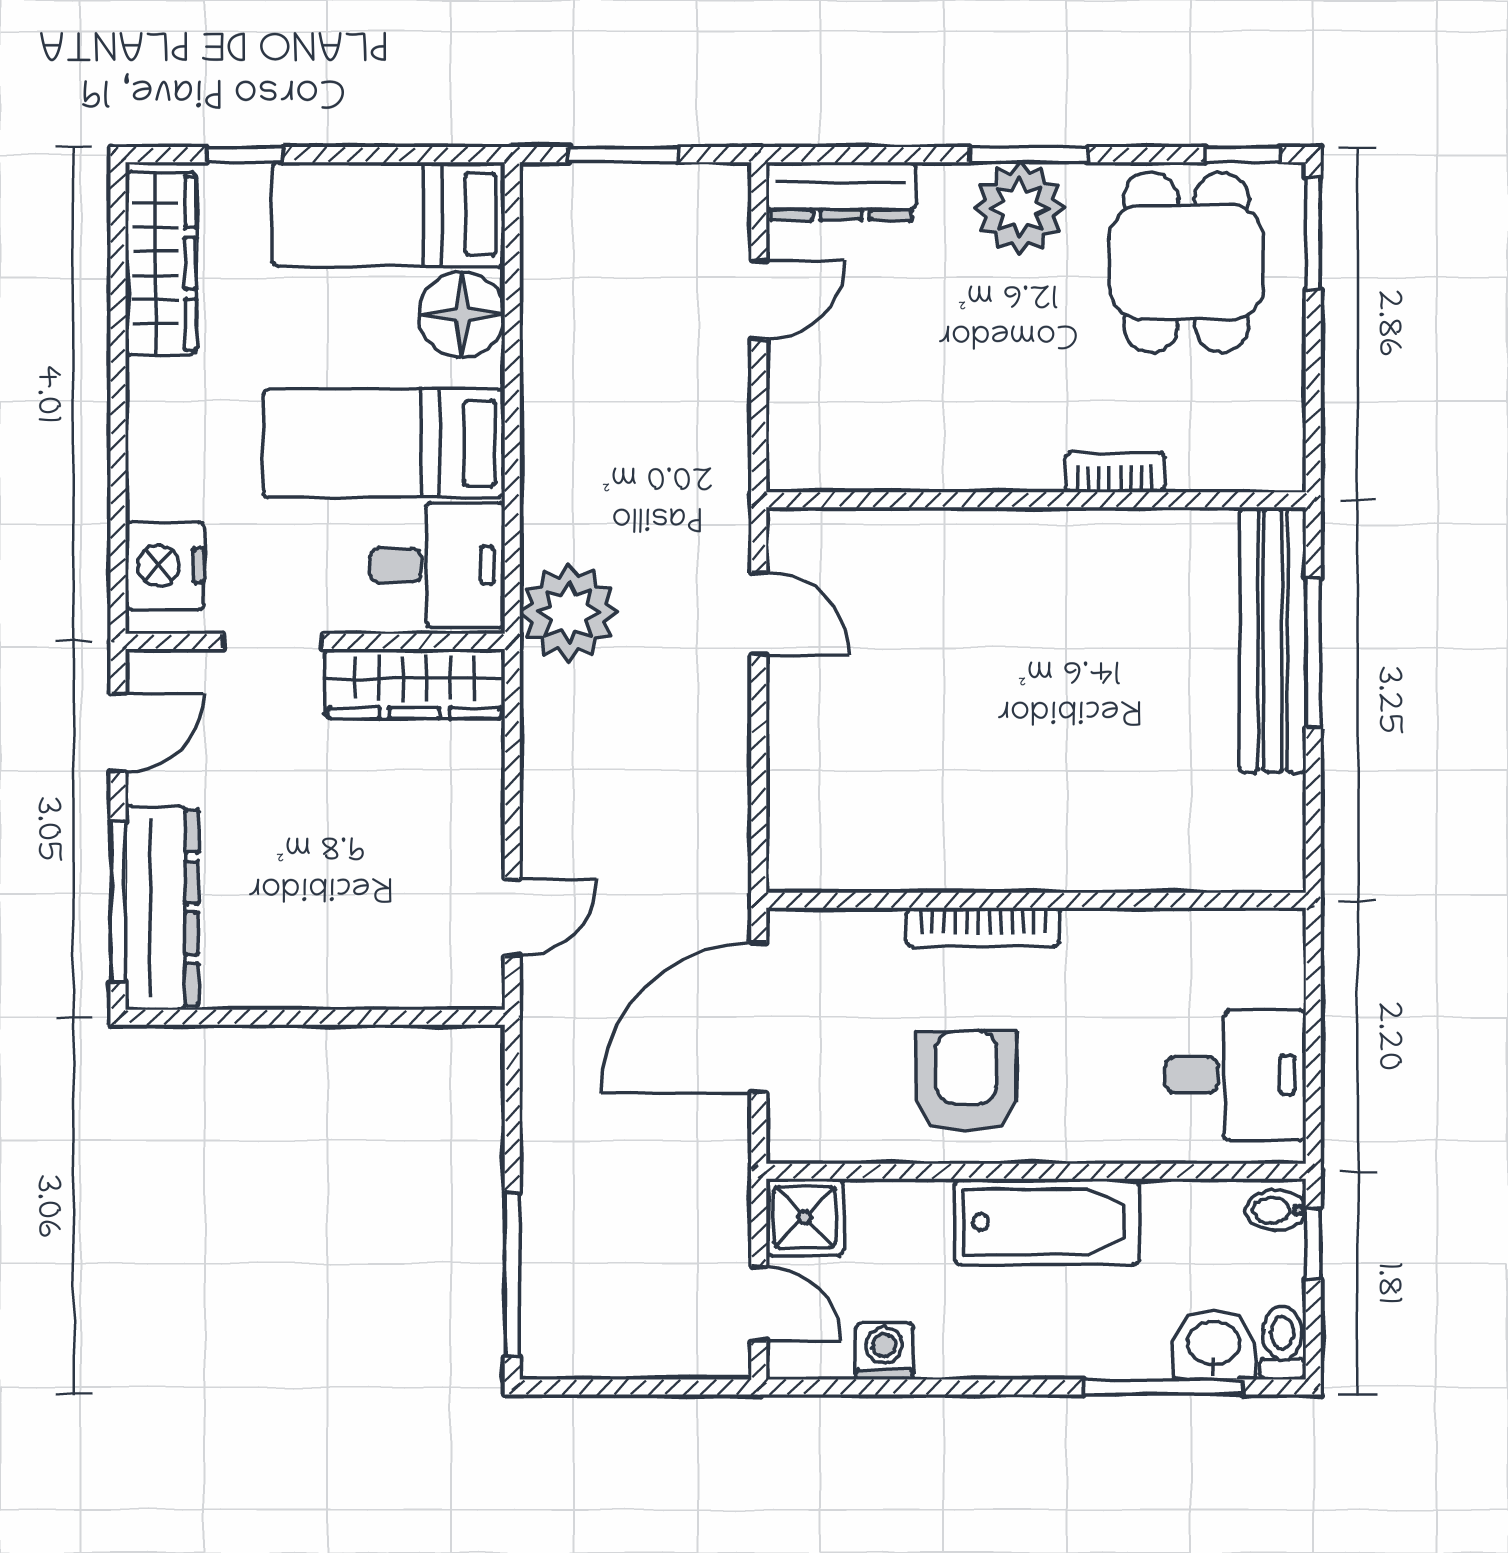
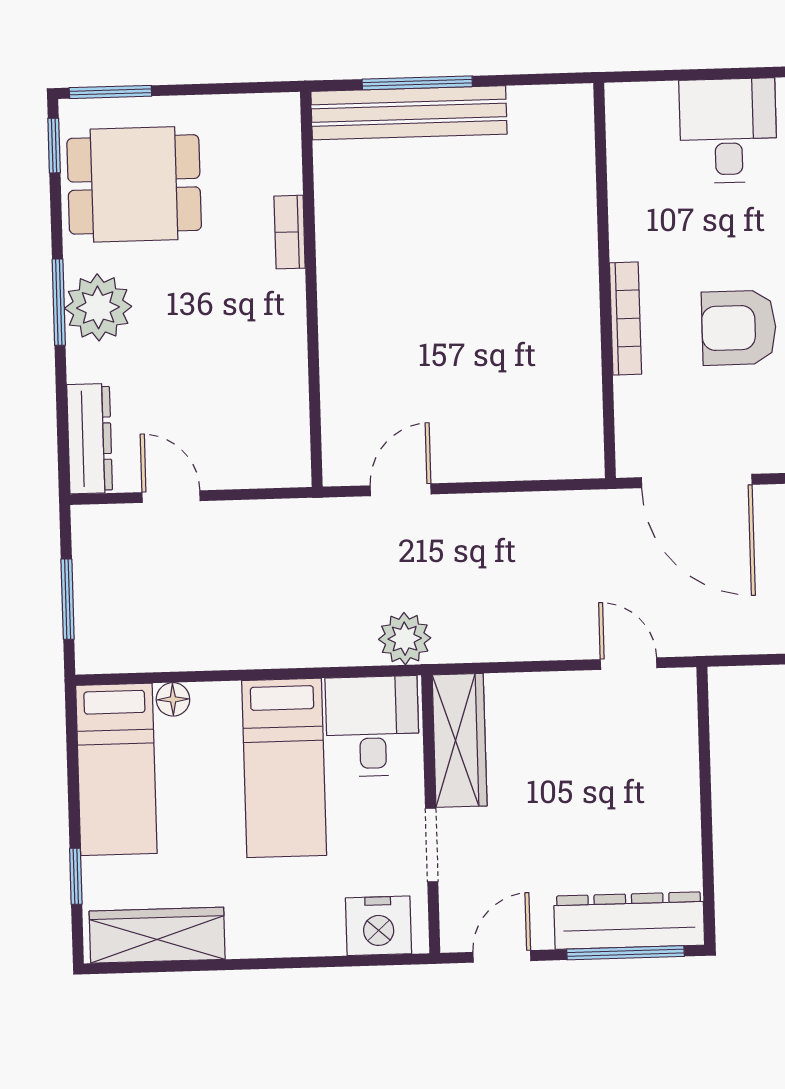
floor lamp: (462, 315) -> (173, 699), width x0.53, depth x0.53
plant: (569, 613) -> (405, 639), width x0.73, depth x0.73
door: (118, 733) -> (502, 956), hinge flipped

